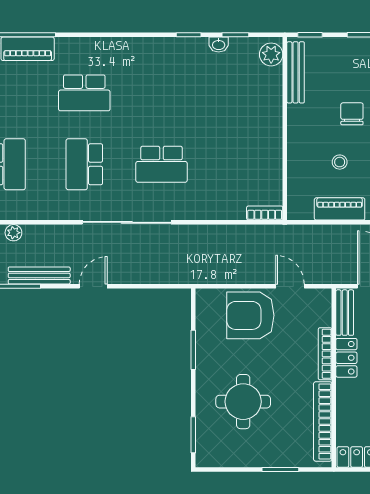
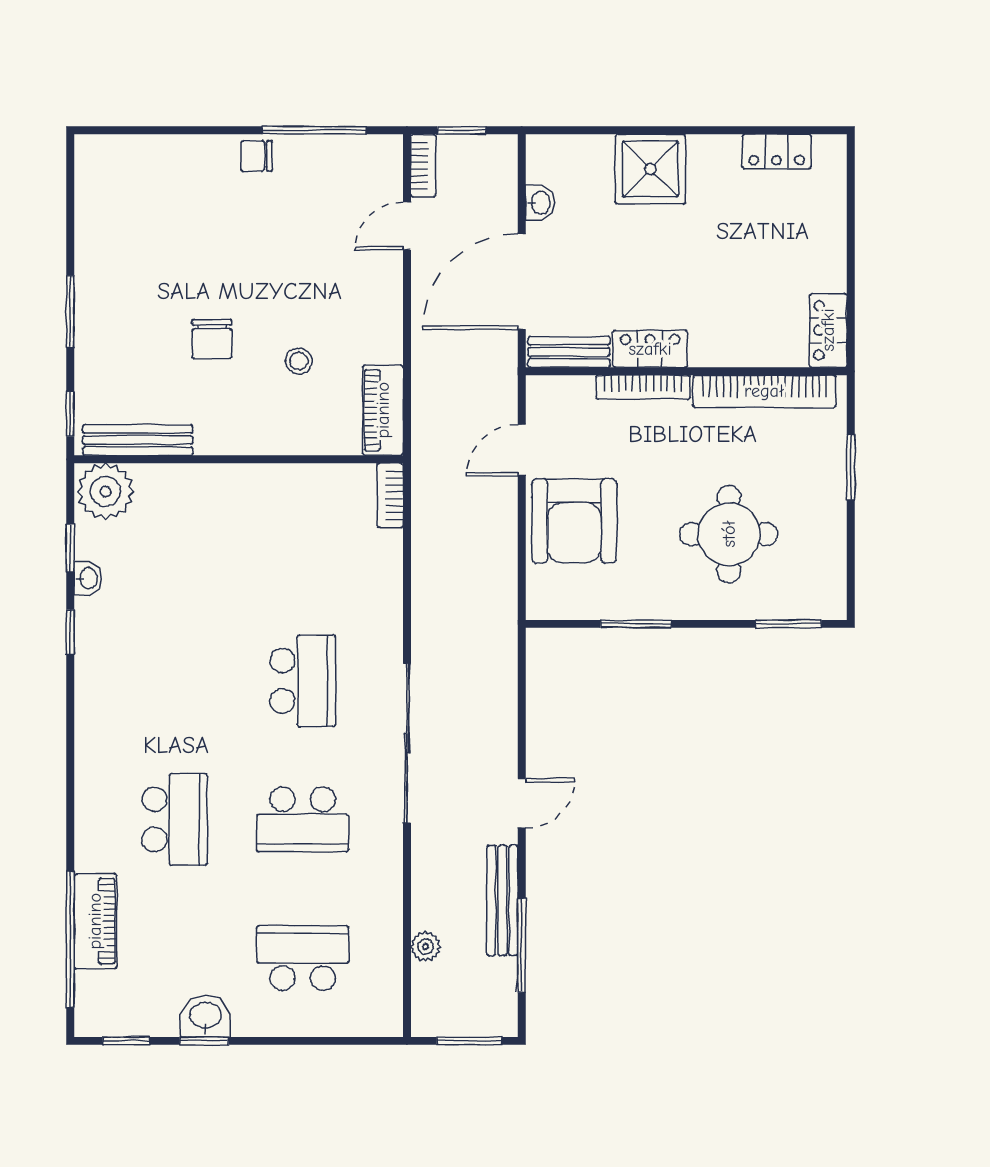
plant: (271, 54) -> (106, 491), width x1.36, depth x1.36
chair: (352, 114) -> (212, 339), turned -90
piano: (340, 209) -> (383, 410), moved
door: (93, 286) -> (522, 803), swing flipped

